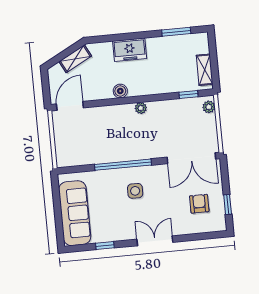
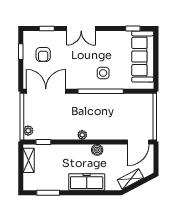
freezer: (130, 50) -> (87, 182), width x1.40
side table: (135, 191) -> (103, 73), moved
window: (198, 237) -> (47, 28), added
window: (105, 246) -> (133, 28), moved

